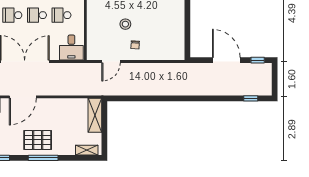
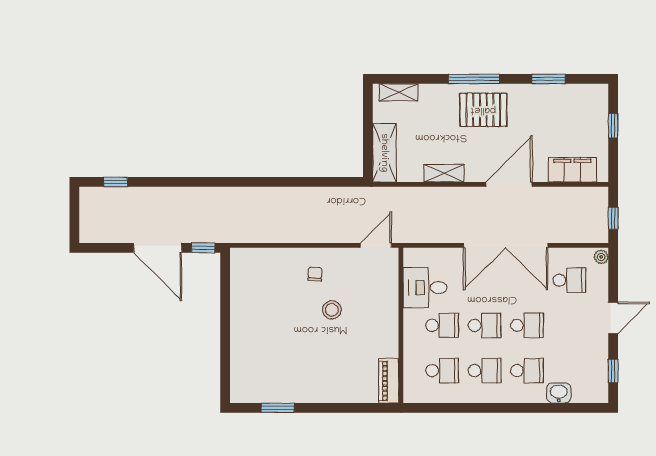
desk: (71, 48) -> (425, 288), moved, turned -90
window: (258, 60) -> (203, 248), moved
door: (111, 62) -> (376, 245), moved
shelving: (60, 103) -> (444, 173), added

